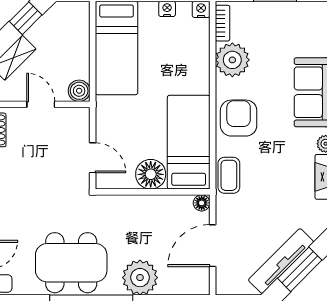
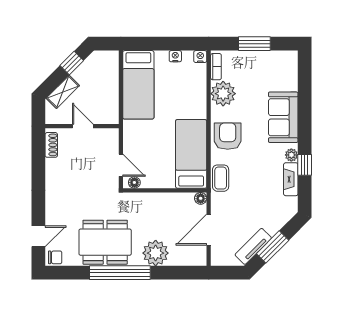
boiler: (79, 91) -> (111, 116), removed
floor lamp: (151, 174) -> (134, 182), moved, width x0.53, depth x0.53
tv unit: (281, 261) -> (253, 246), width x0.71

